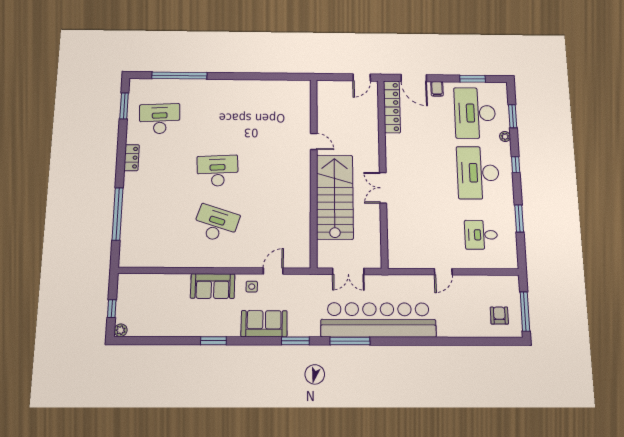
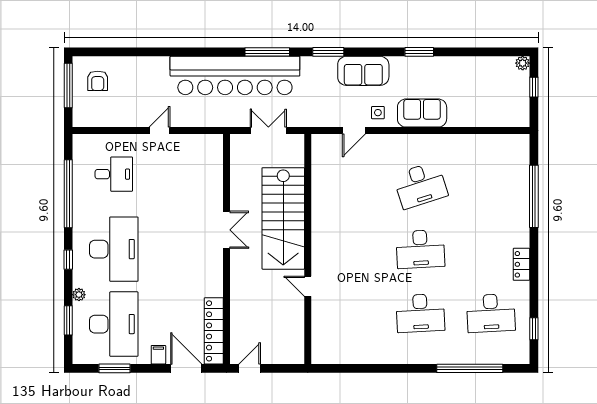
window: (124, 106) -> (534, 329), width x0.67
desk: (219, 119) -> (420, 313), added
window: (519, 219) -> (68, 194), width x2.11
desk: (216, 224) -> (420, 185), turned -36

